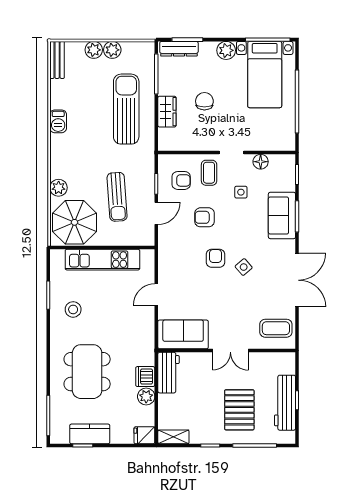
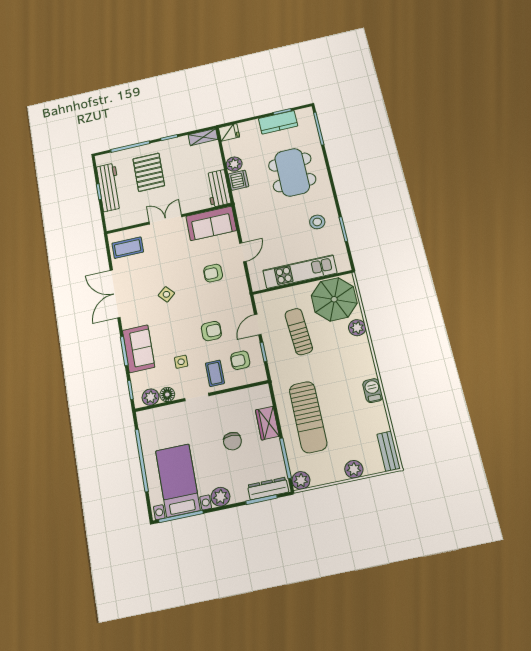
plant: (112, 50) -> (301, 480), moved
plant: (278, 163) -> (151, 397), added
armchair: (216, 258) -> (213, 273), moved, turned 90

